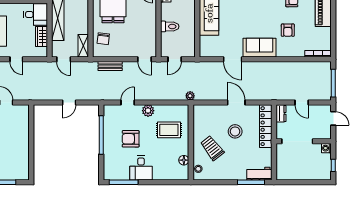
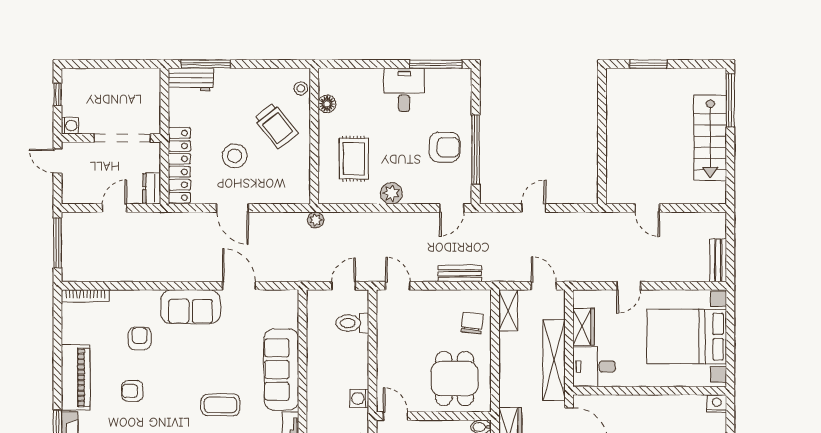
toilet: (170, 26) -> (352, 323), moved
door: (16, 59) -> (629, 286), swing flipped
door: (128, 102) -> (452, 208), moved
door: (302, 102) -> (115, 208), hinge flipped
door: (333, 118) -> (58, 161), moved
rug: (169, 130) -> (354, 159), turned 90
armchair: (131, 139) -> (445, 147), moved

